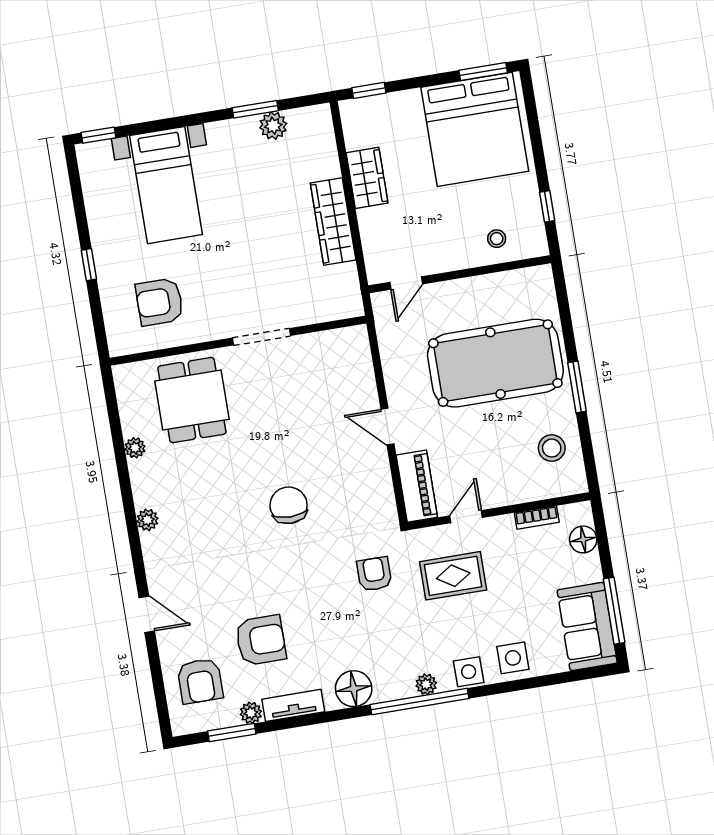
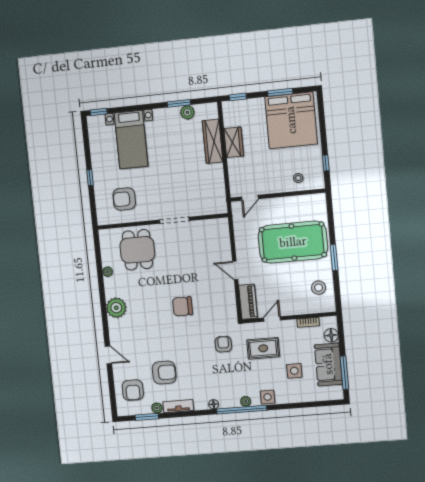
window: (483, 72) -> (280, 92), moved
wardrobe: (333, 221) -> (213, 141), moved
chair: (289, 505) -> (183, 306), turned -90
plant: (147, 520) -> (116, 308), width x1.87, depth x1.87
sofa: (587, 627) -> (328, 364), moved
side table: (513, 658) -> (294, 371), moved
floor lamp: (354, 689) -> (214, 404), width x0.53, depth x0.53

